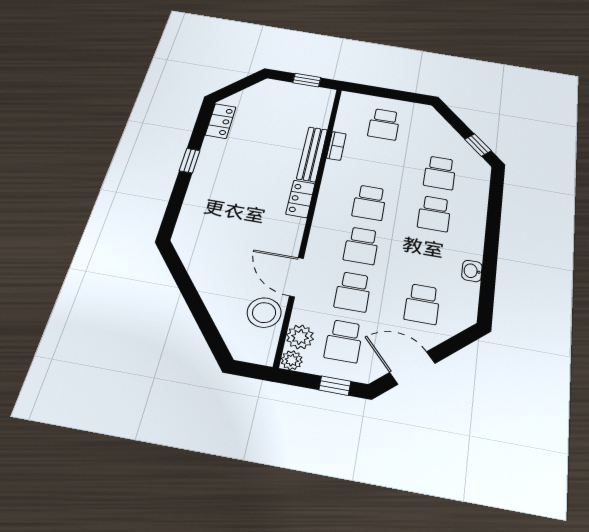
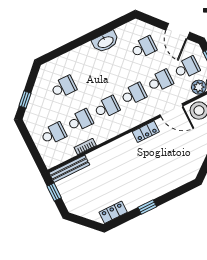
window: (478, 145) -> (25, 99), moved
bench: (312, 154) -> (69, 169), moved
locker: (300, 199) -> (146, 132), moved
school desk: (434, 214) -> (80, 121), moved
washbasin: (472, 271) -> (105, 42), width x1.91, depth x1.45
door: (296, 277) -> (171, 110), hinge flipped

